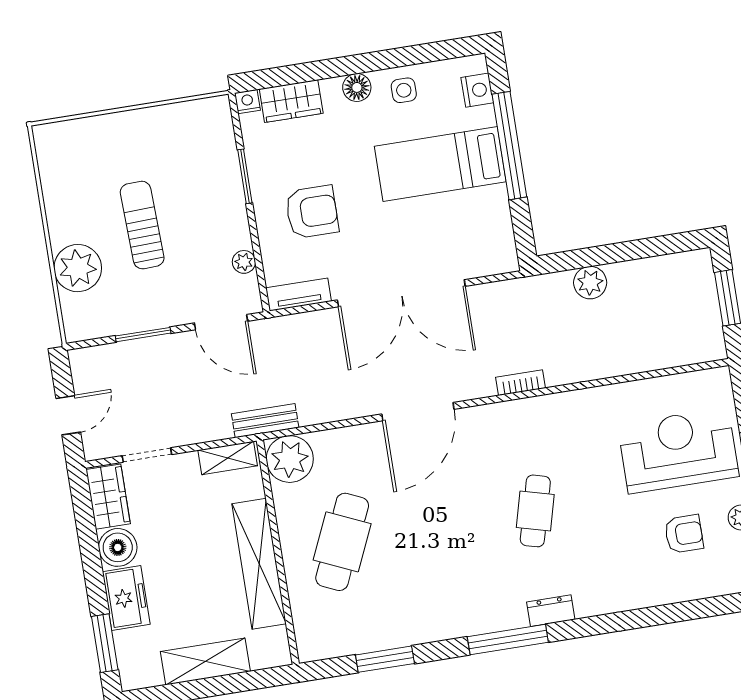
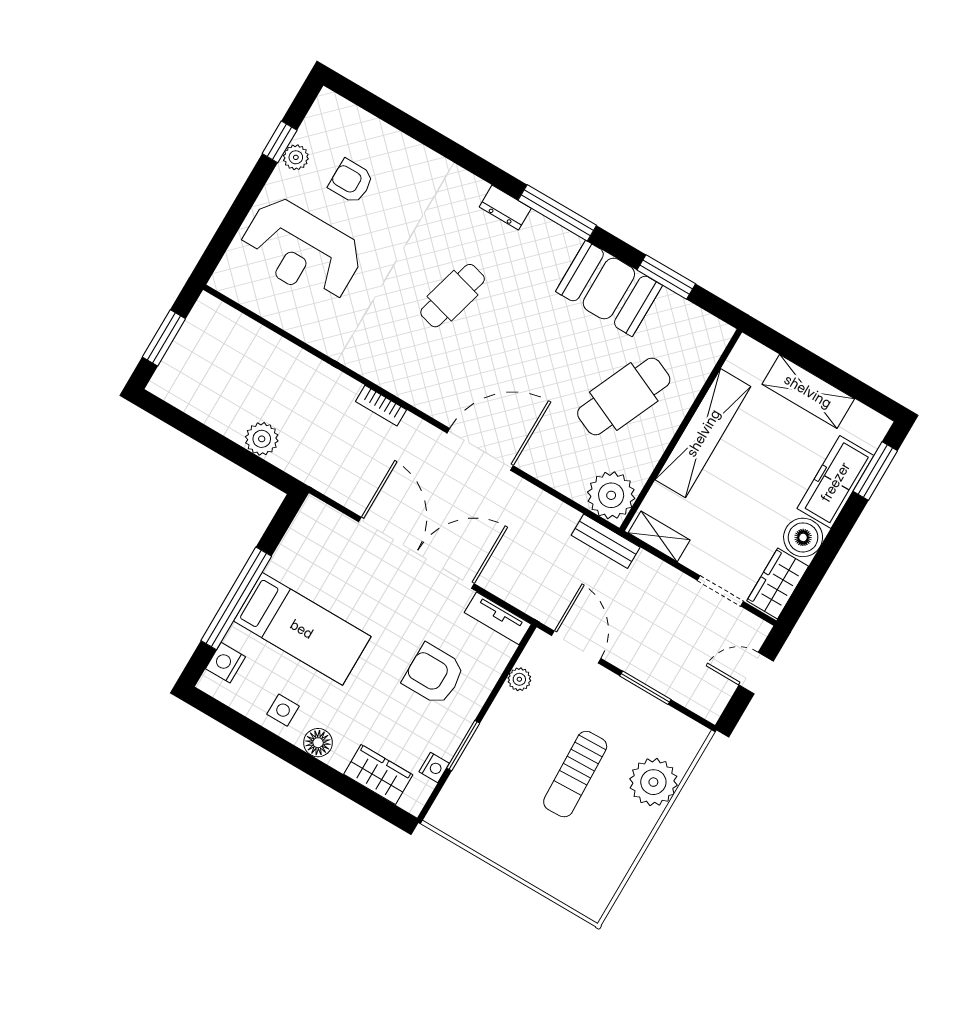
nightstand: (247, 102) -> (434, 768), moved, turned -90
freezer: (126, 598) -> (835, 482), width x1.40
booth: (421, 614) -> (609, 289), added

